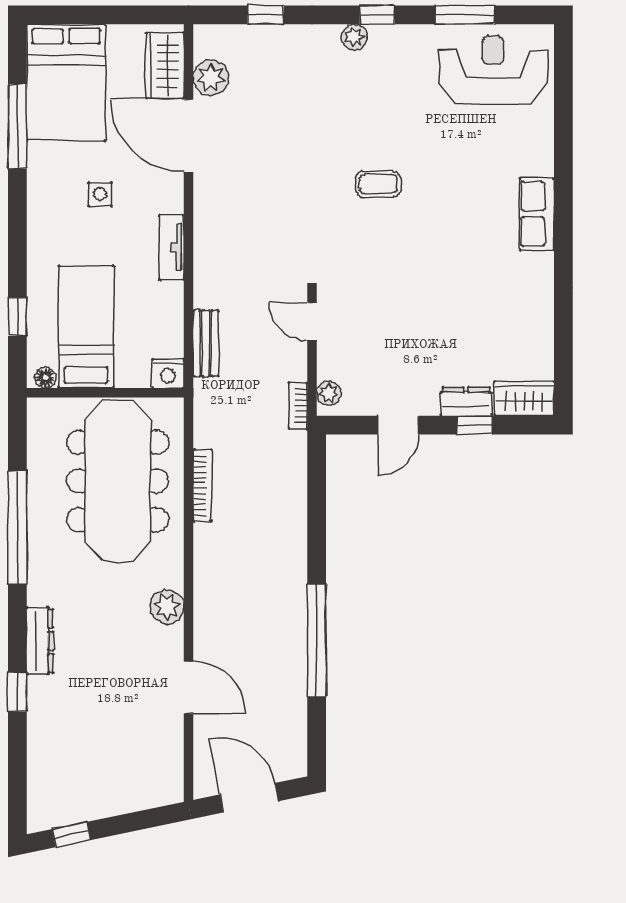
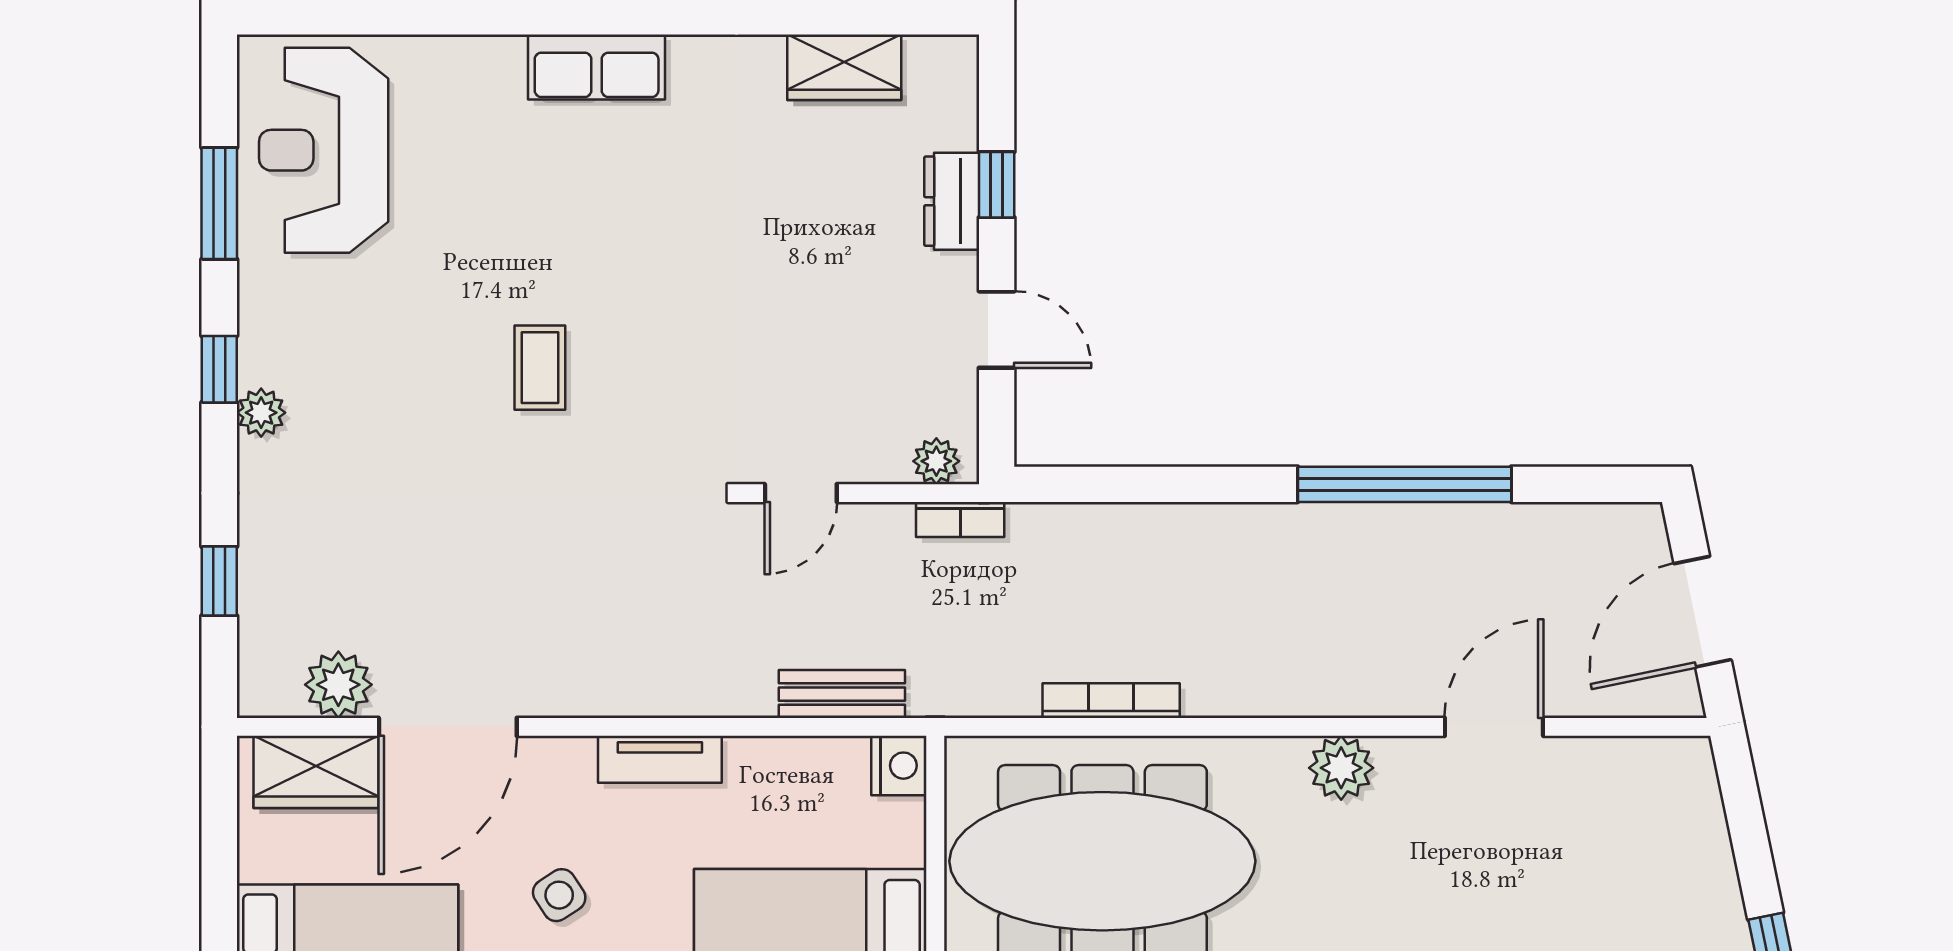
side table: (100, 194) -> (559, 895), turned -33
wardrobe: (524, 398) -> (844, 67), moved, turned -90

